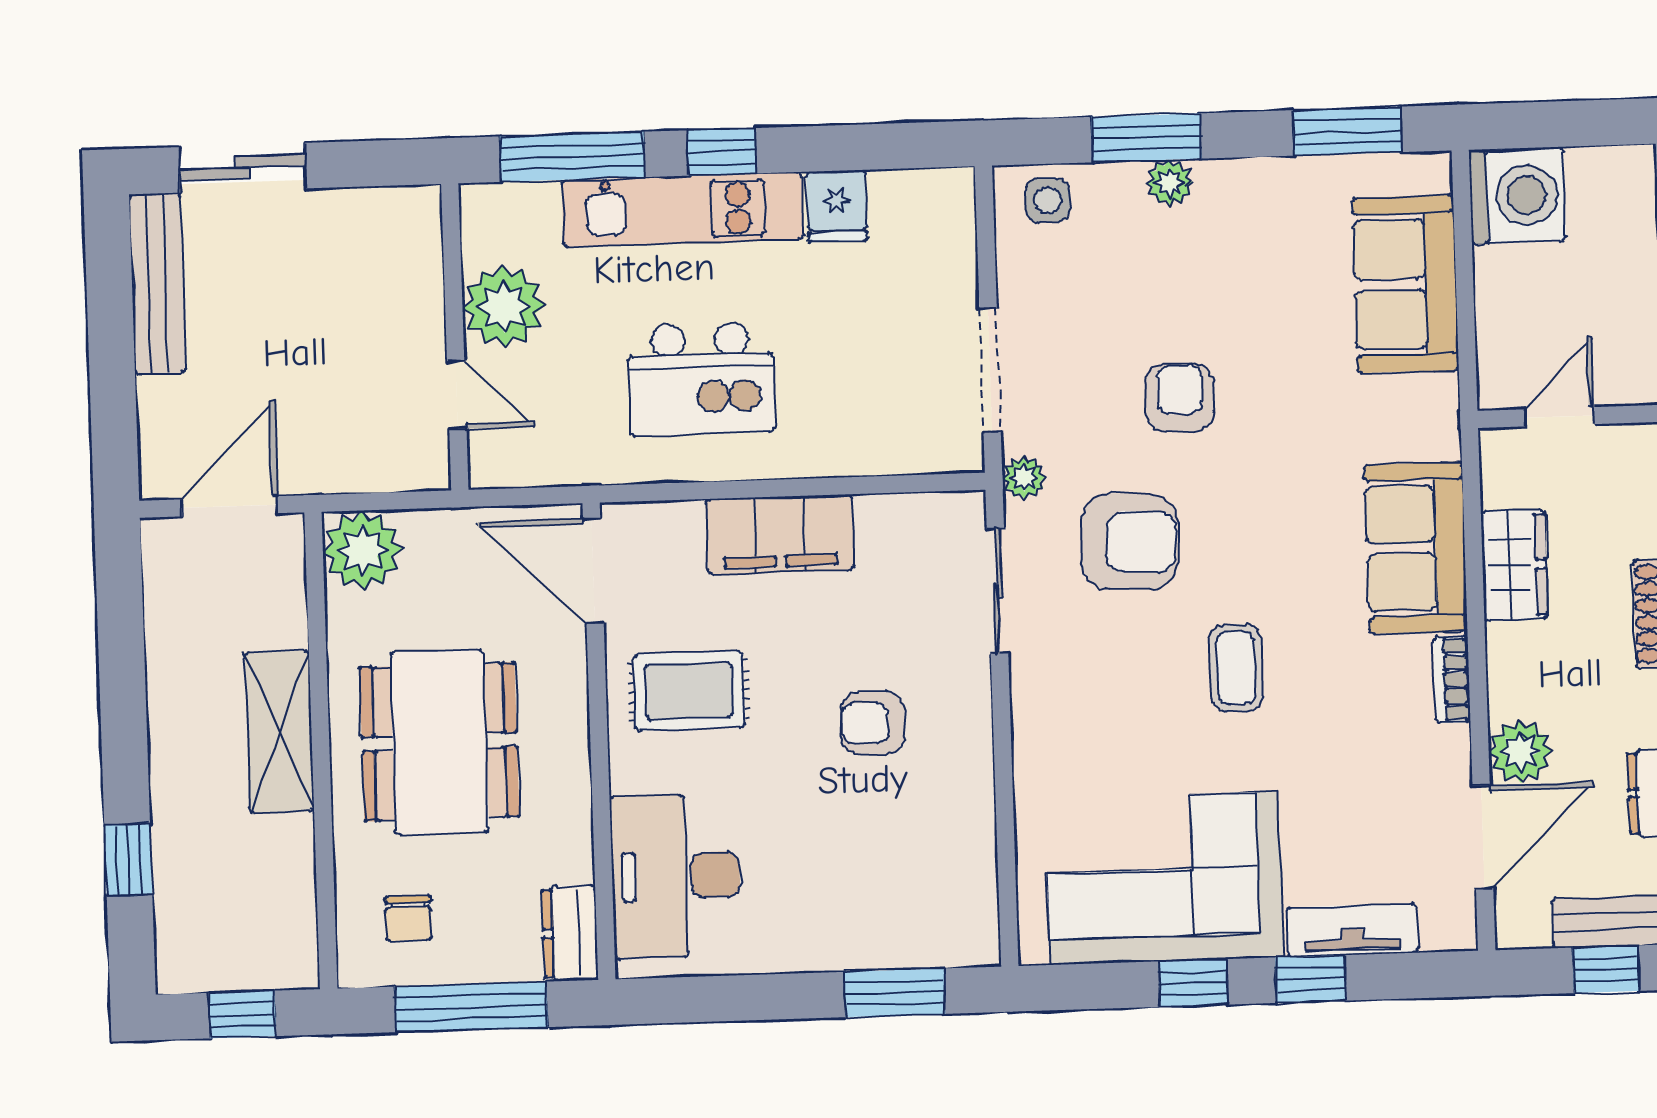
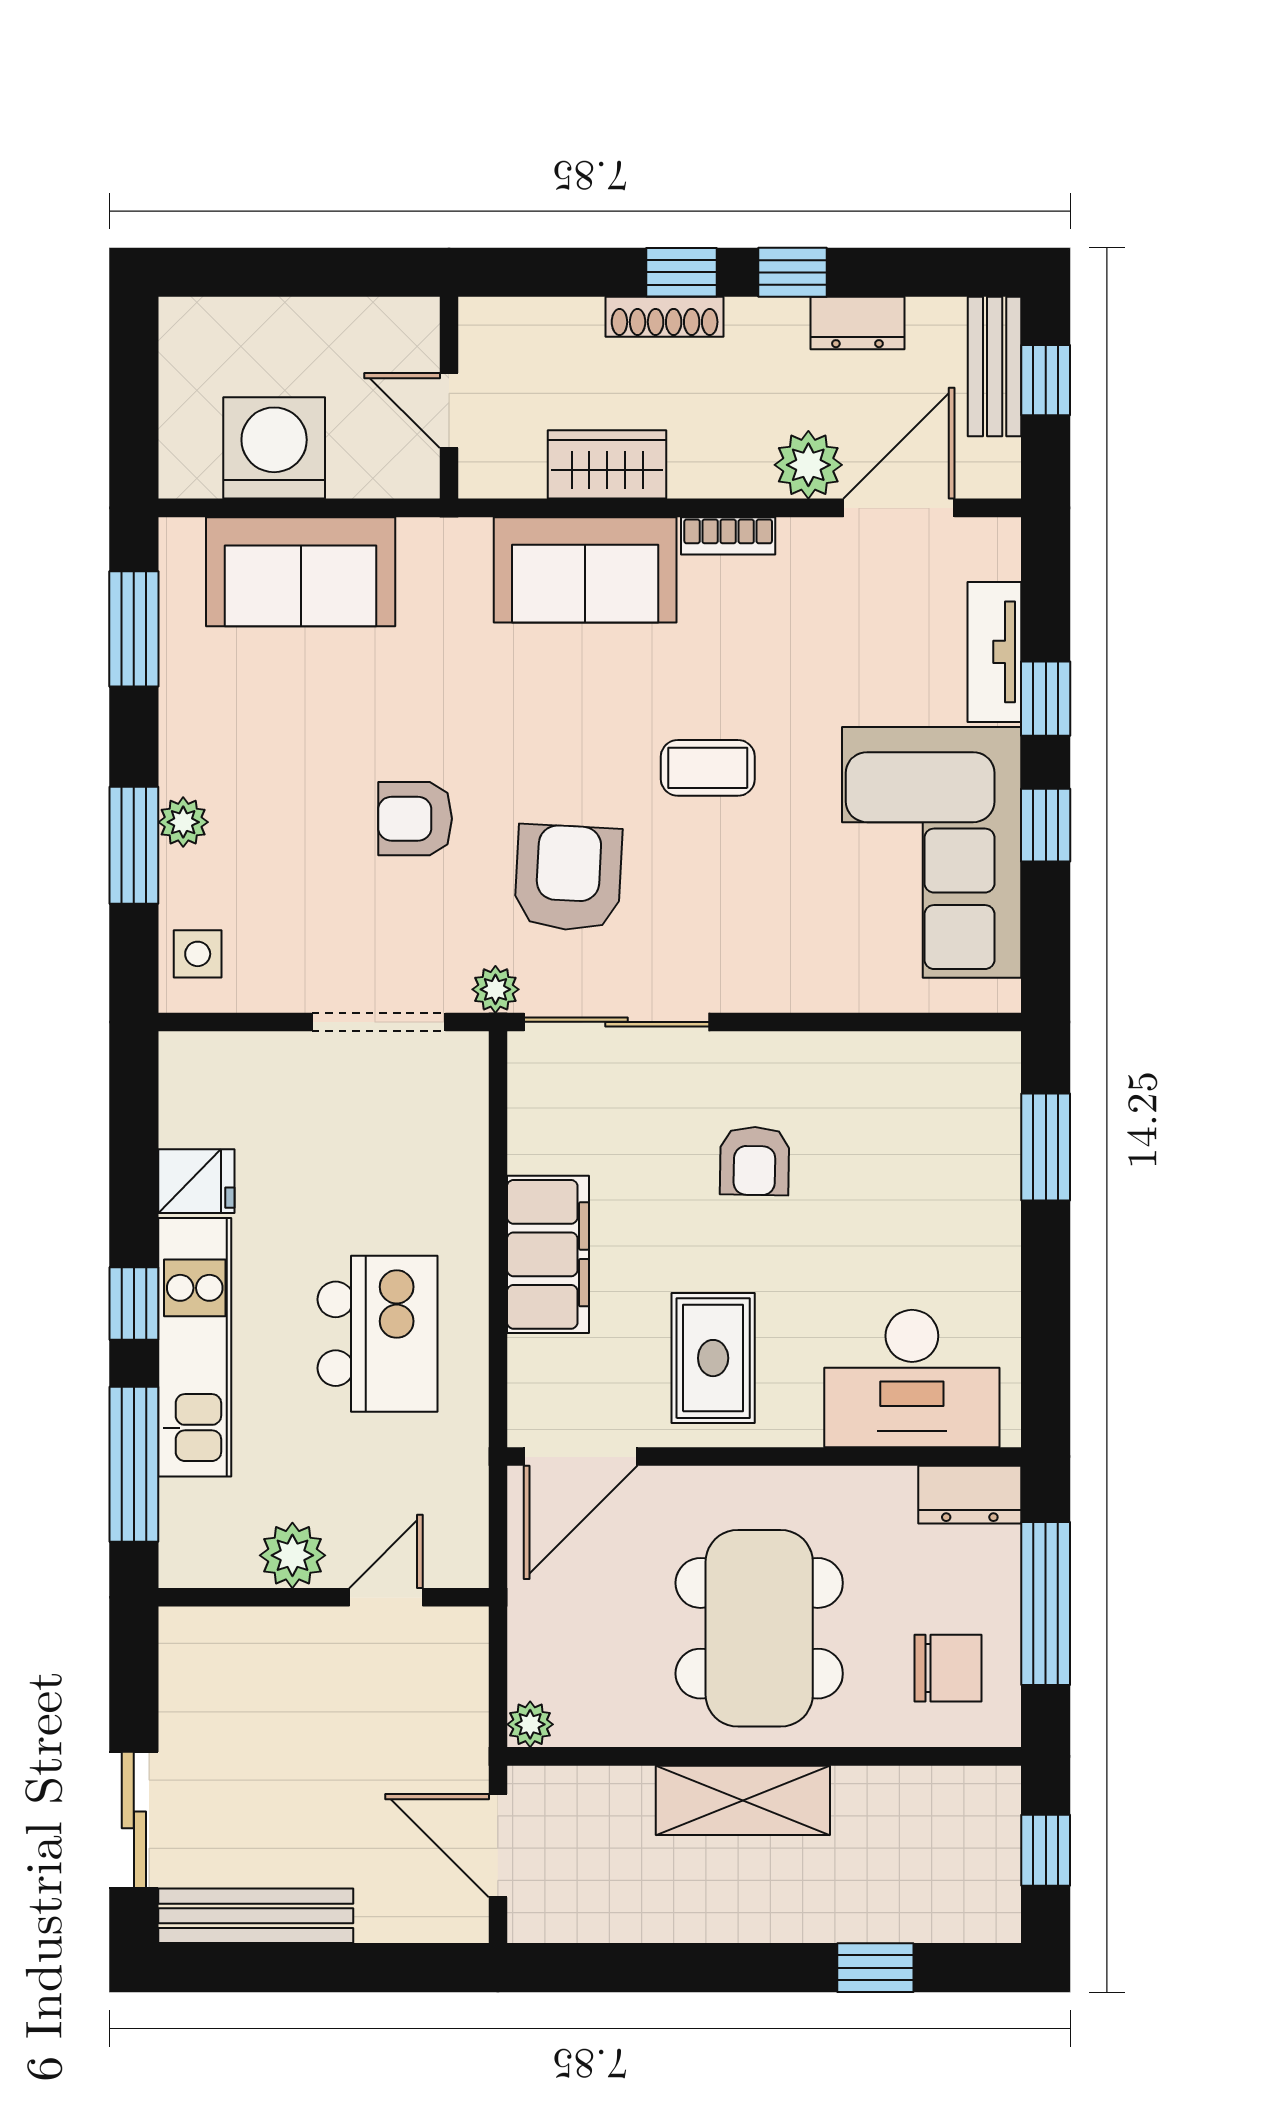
washing machine: (1517, 195) -> (274, 448), moved
plant: (504, 306) -> (292, 1555), width x0.73, depth x0.73
plant: (363, 550) -> (530, 1724), width x0.53, depth x0.53
sliding door: (997, 591) -> (617, 1022), width x1.37
dining table: (439, 742) -> (759, 1628), turned 90
door: (1483, 837) -> (899, 508), hinge flipped
chair: (408, 918) -> (948, 1668), width x1.37, depth x1.37

